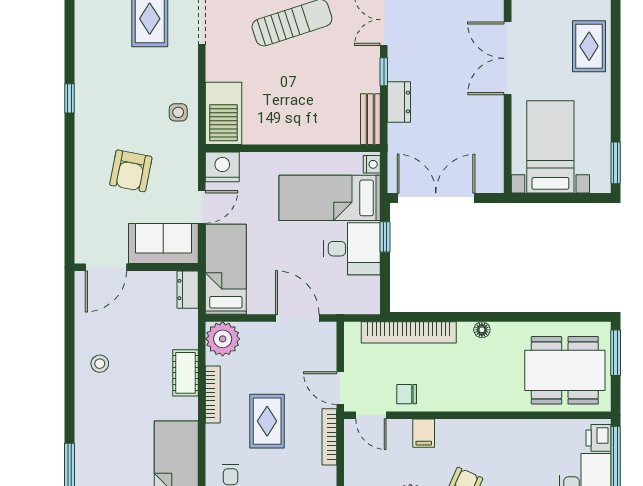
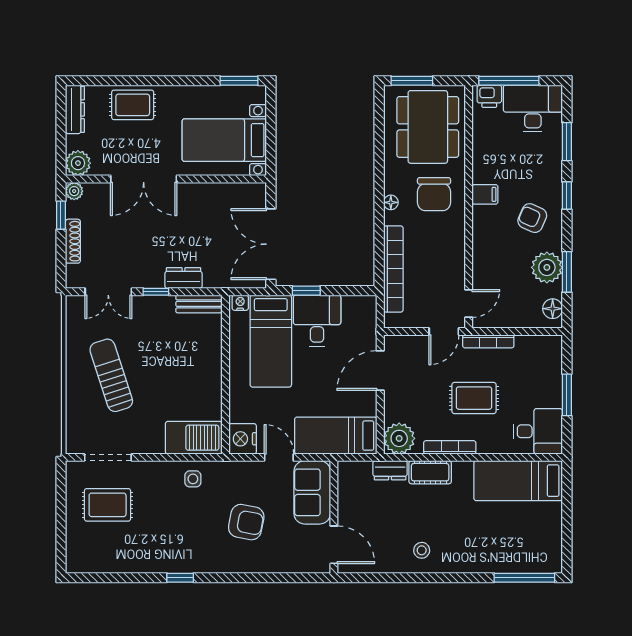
dresser: (188, 290) -> (390, 470), moved
chair: (407, 394) -> (434, 194), moved, width x1.87, depth x1.87
filing cabinet: (424, 433) -> (485, 194), moved

